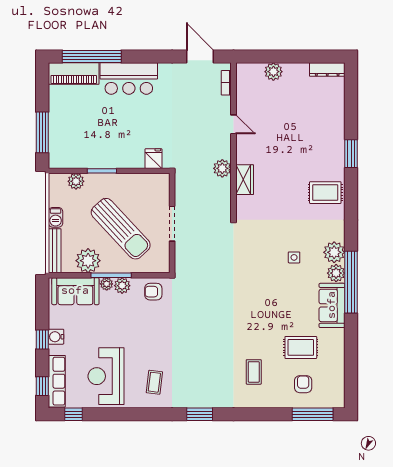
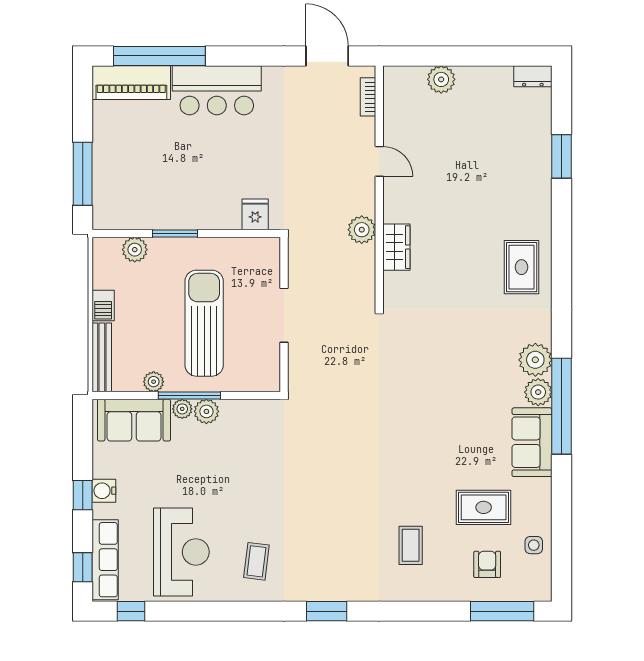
dresser: (327, 69) -> (533, 76), width x0.70
window: (351, 154) -> (561, 156), moved
rug: (325, 193) -> (522, 267), turned 90
sun lounger: (121, 229) -> (204, 323), turned -137
side table: (294, 257) -> (534, 545), moved
plant: (88, 261) -> (154, 382), width x0.53, depth x0.53
armchair: (153, 292) -> (255, 421), removed
reception desk: (106, 376) -> (181, 552), turned 180

